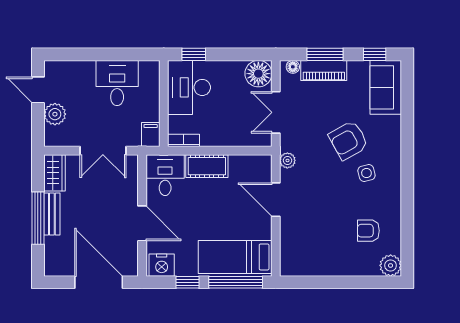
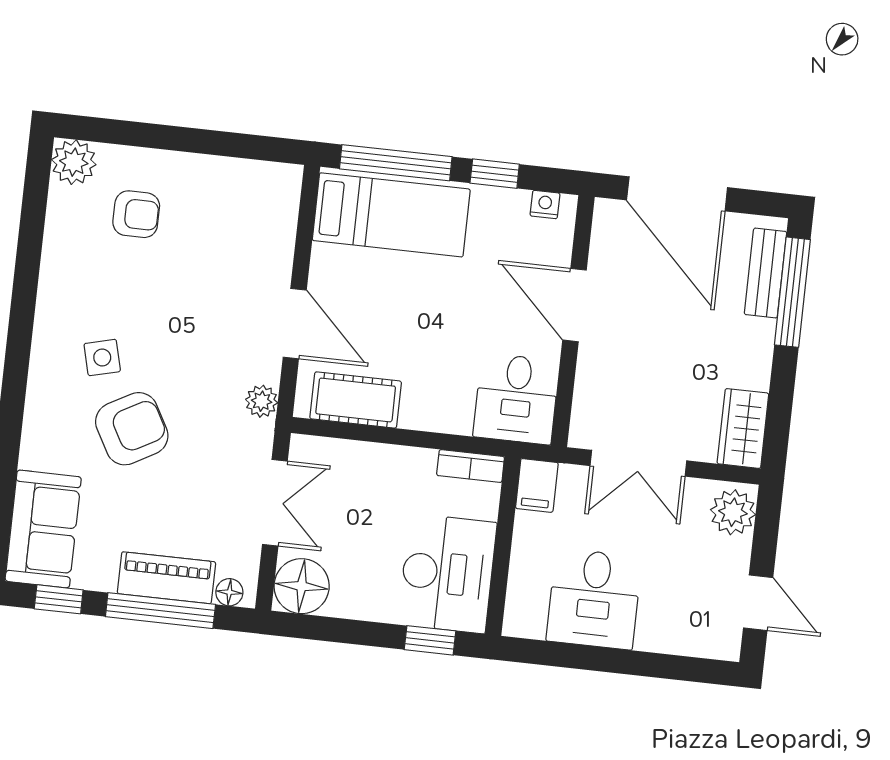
window: (325, 54) -> (160, 611), width x1.44
plant: (55, 114) -> (733, 512), moved
double door: (103, 151) -> (638, 463), swing flipped
cot: (207, 166) -> (356, 400), moved
bench: (52, 214) -> (765, 273), moved
window: (38, 218) -> (792, 292), moved
armchair: (368, 231) -> (136, 214), moved
nightstand: (162, 265) -> (545, 205), width x0.53, depth x0.56

